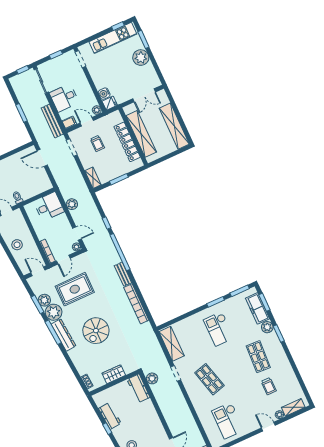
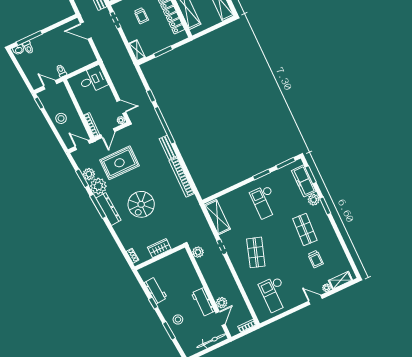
plant: (72, 204) -> (222, 303), moved
shop shelf: (209, 379) -> (256, 252), turned 33
workbench: (138, 388) -> (203, 302), moved

